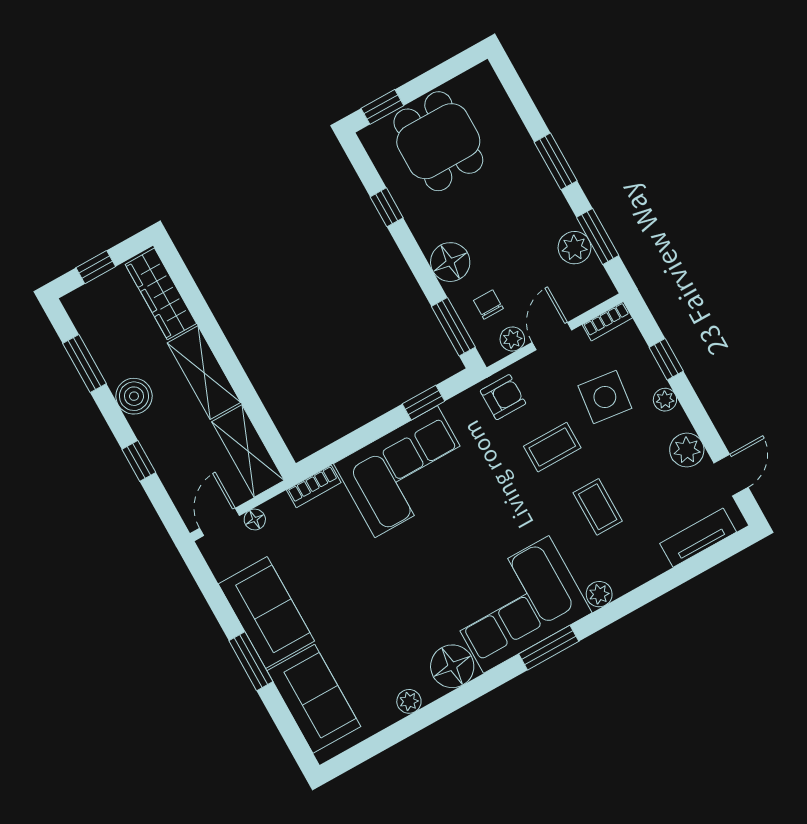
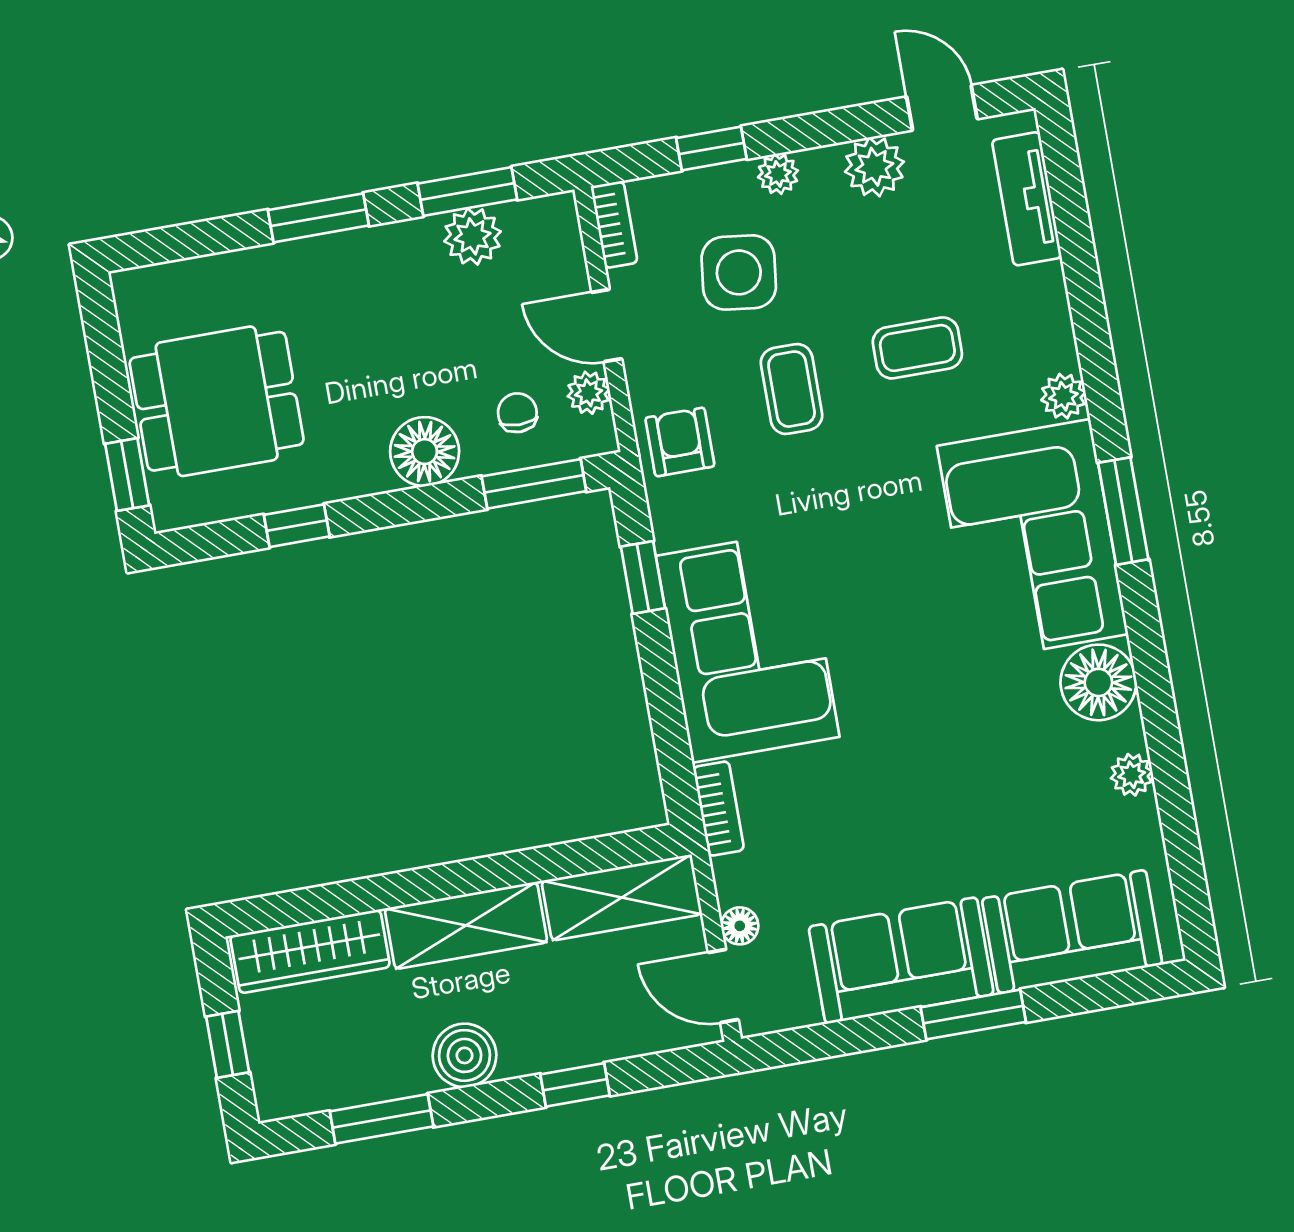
chair: (488, 305) -> (517, 413), turned 90

